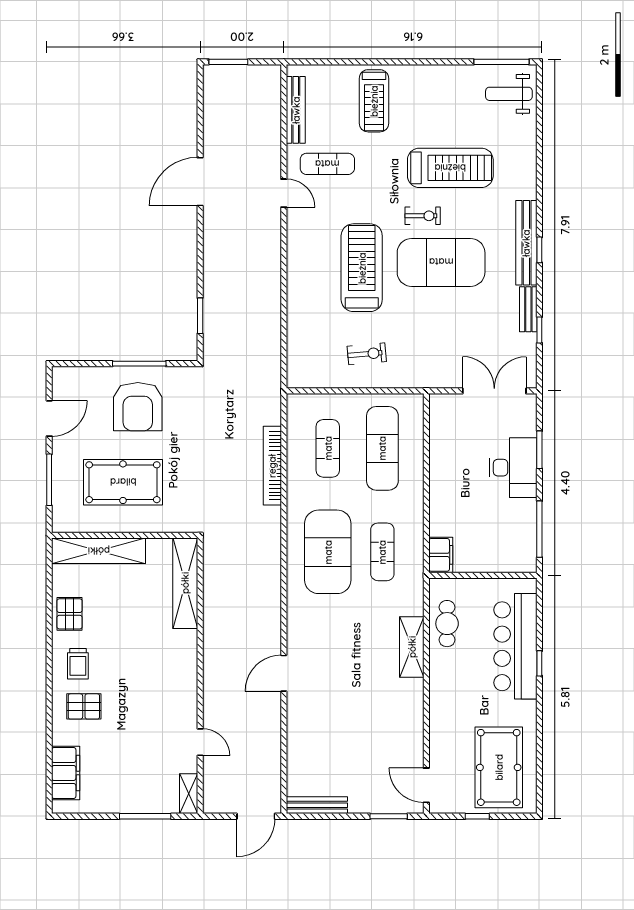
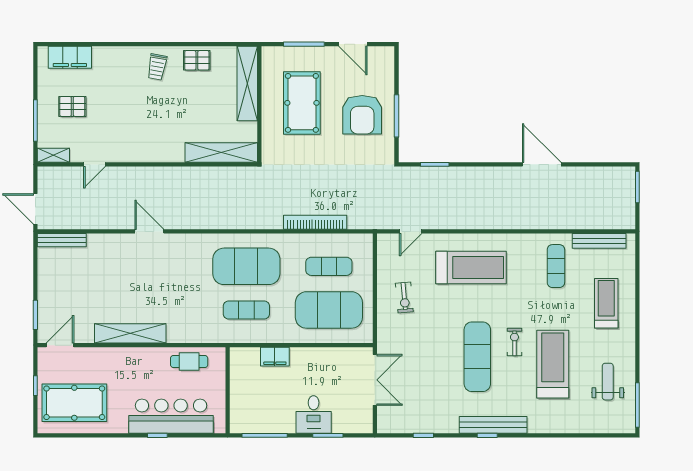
weight bench: (509, 94) -> (608, 382), moved
treadmill: (374, 101) -> (606, 303), turned 90
treadmill: (450, 168) -> (553, 364), turned 180
door: (284, 193) -> (411, 231), moved
exercise bike: (423, 216) -> (514, 342), turned 180
exercise mat: (441, 262) -> (477, 357), width x0.68
treadmill: (362, 268) -> (471, 267), moved
bench: (528, 309) -> (440, 426), removed
double door: (494, 391) -> (375, 380), moved
armchair: (138, 407) -> (362, 115), turned -90
exercise mat: (382, 448) -> (329, 310), width x1.47
desk: (513, 468) -> (314, 414), width x0.73
filing cabinet: (441, 555) -> (275, 357), moved
shelving: (412, 647) -> (130, 333), moved, width x1.47
trolley: (78, 664) -> (157, 67), turned -80
pallet: (84, 706) -> (72, 106), moved, turned 90
bench: (317, 805) -> (62, 240), moved, turned 90

